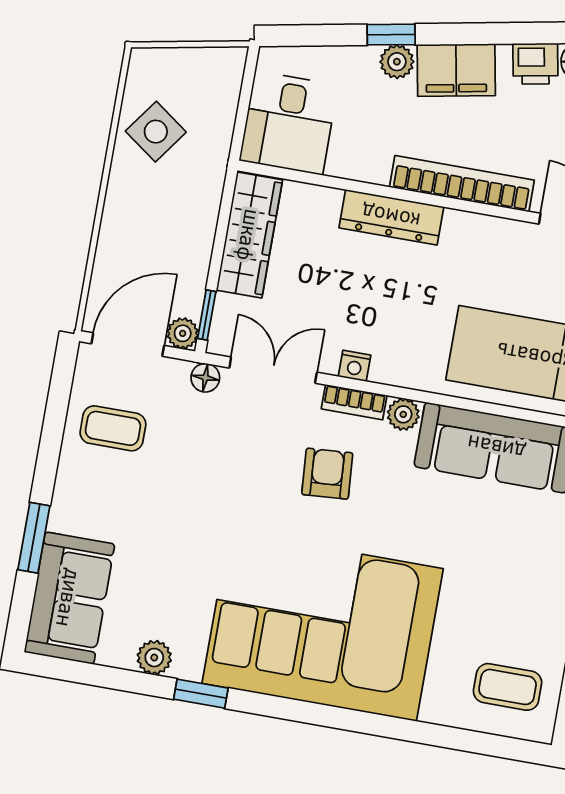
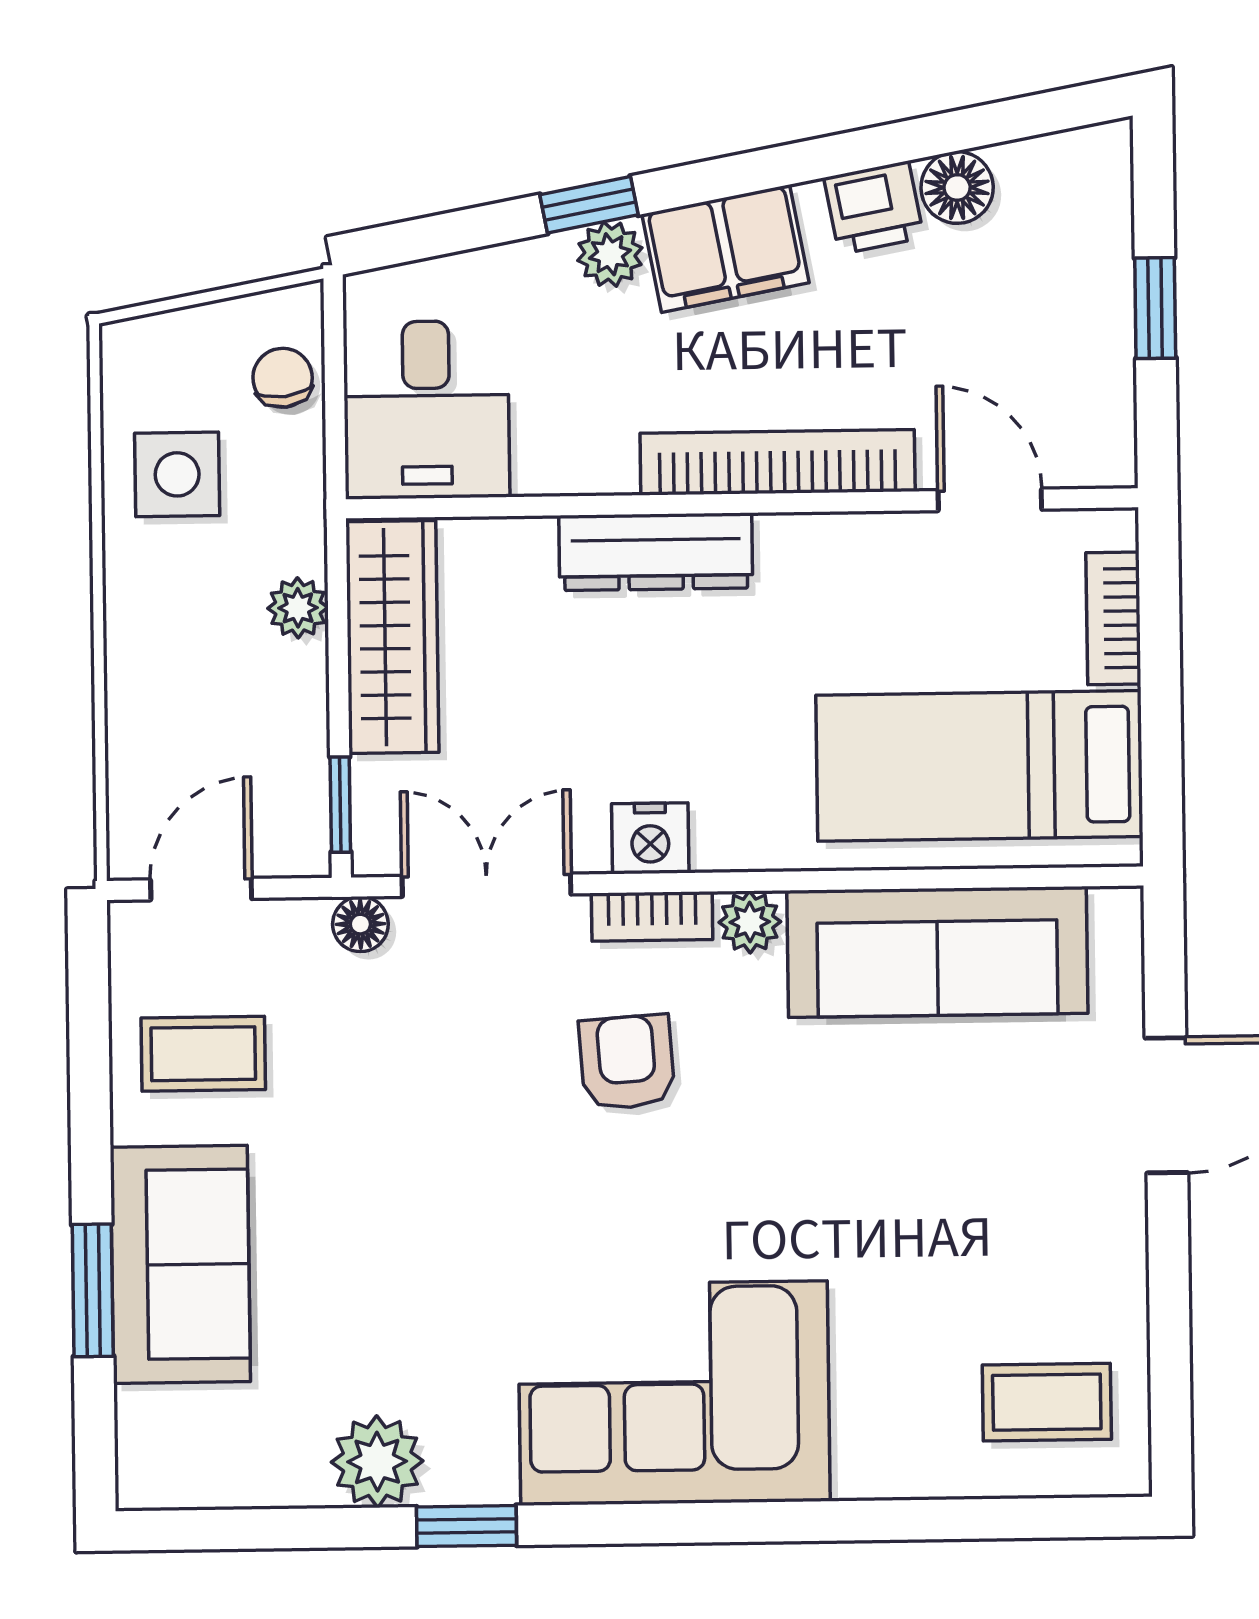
chair: (219, 93) -> (283, 378), added
side table: (156, 132) -> (177, 474), turned -36
plant: (183, 333) -> (298, 608), moved
door: (128, 345) -> (201, 889), width x0.73
nightstand: (355, 366) -> (650, 838), width x1.39, depth x1.35
sofa: (69, 598) -> (180, 1264), moved
corner sofa: (323, 626) -> (674, 1393), width x0.73, depth x0.74
plant: (154, 658) -> (377, 1462), width x1.38, depth x1.38

